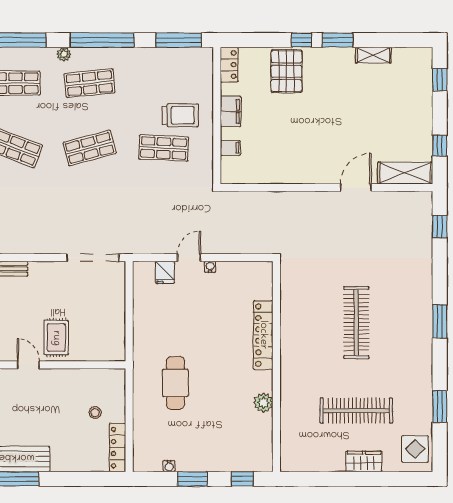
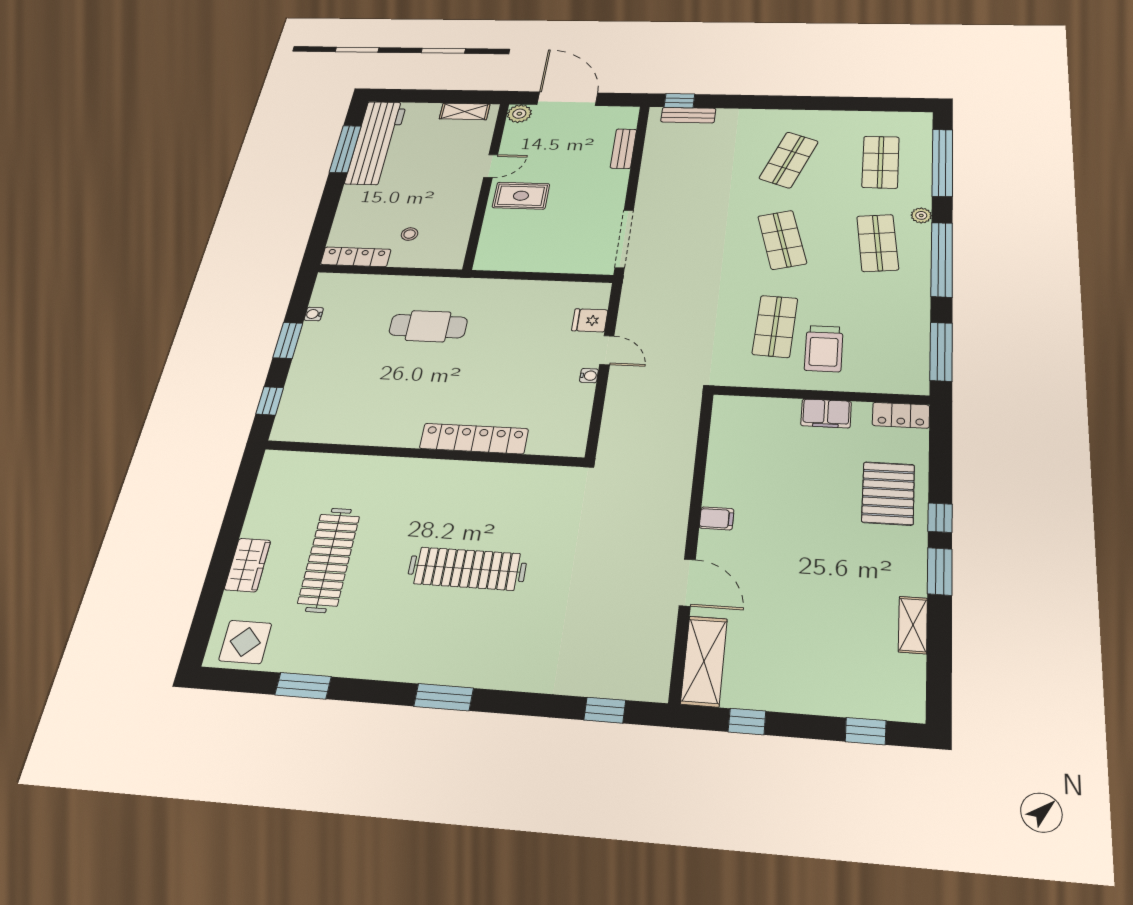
pallet: (286, 71) -> (888, 493), turned 90
filing cabinet: (230, 148) -> (717, 518), moved, turned -90
plant: (263, 403) -> (373, 433), removed

